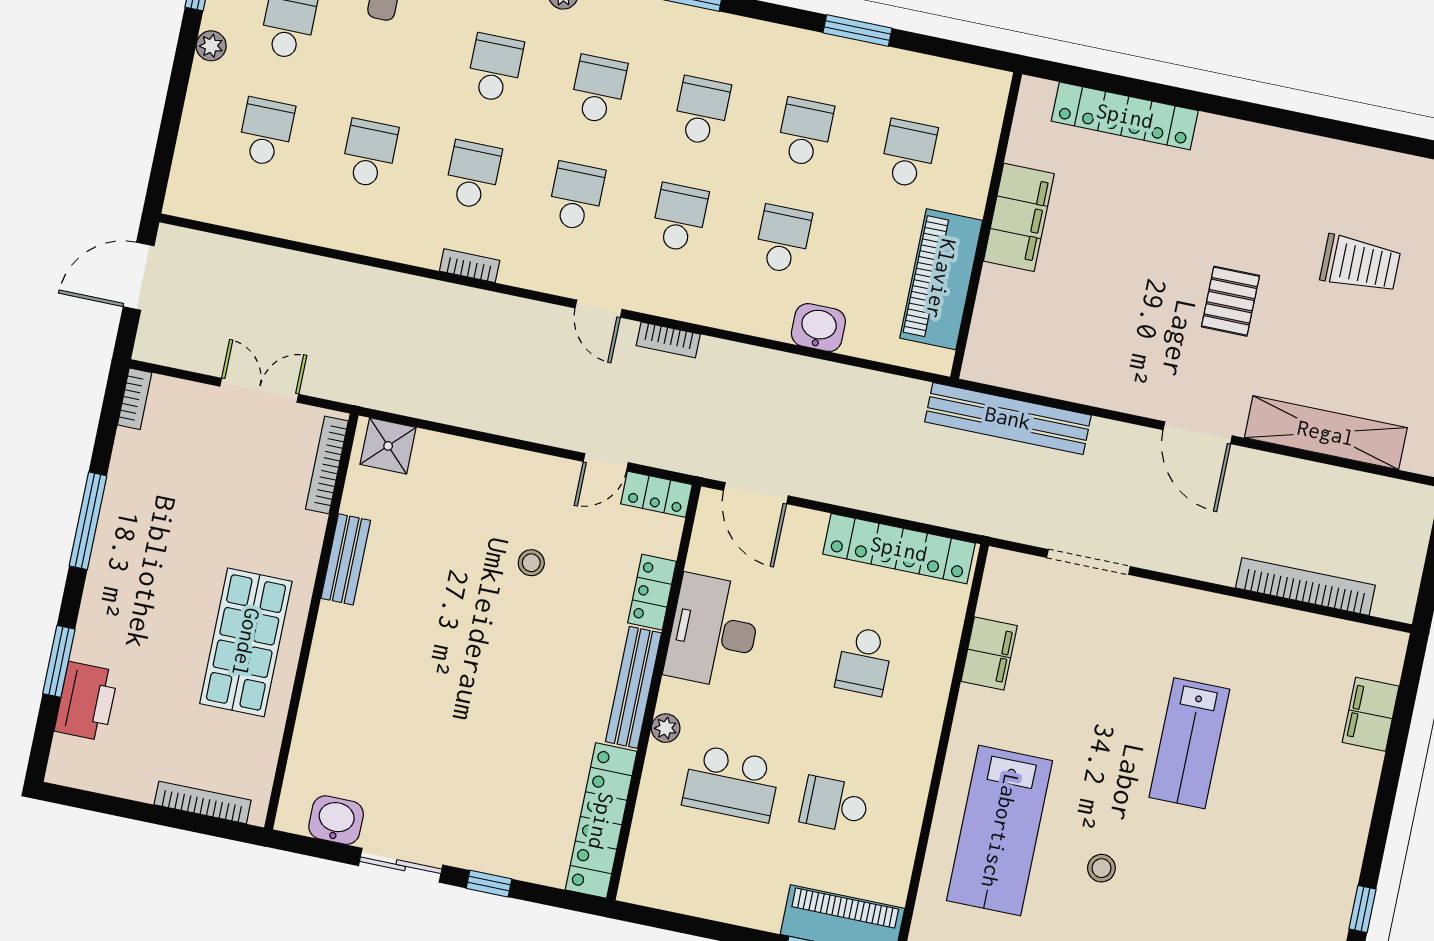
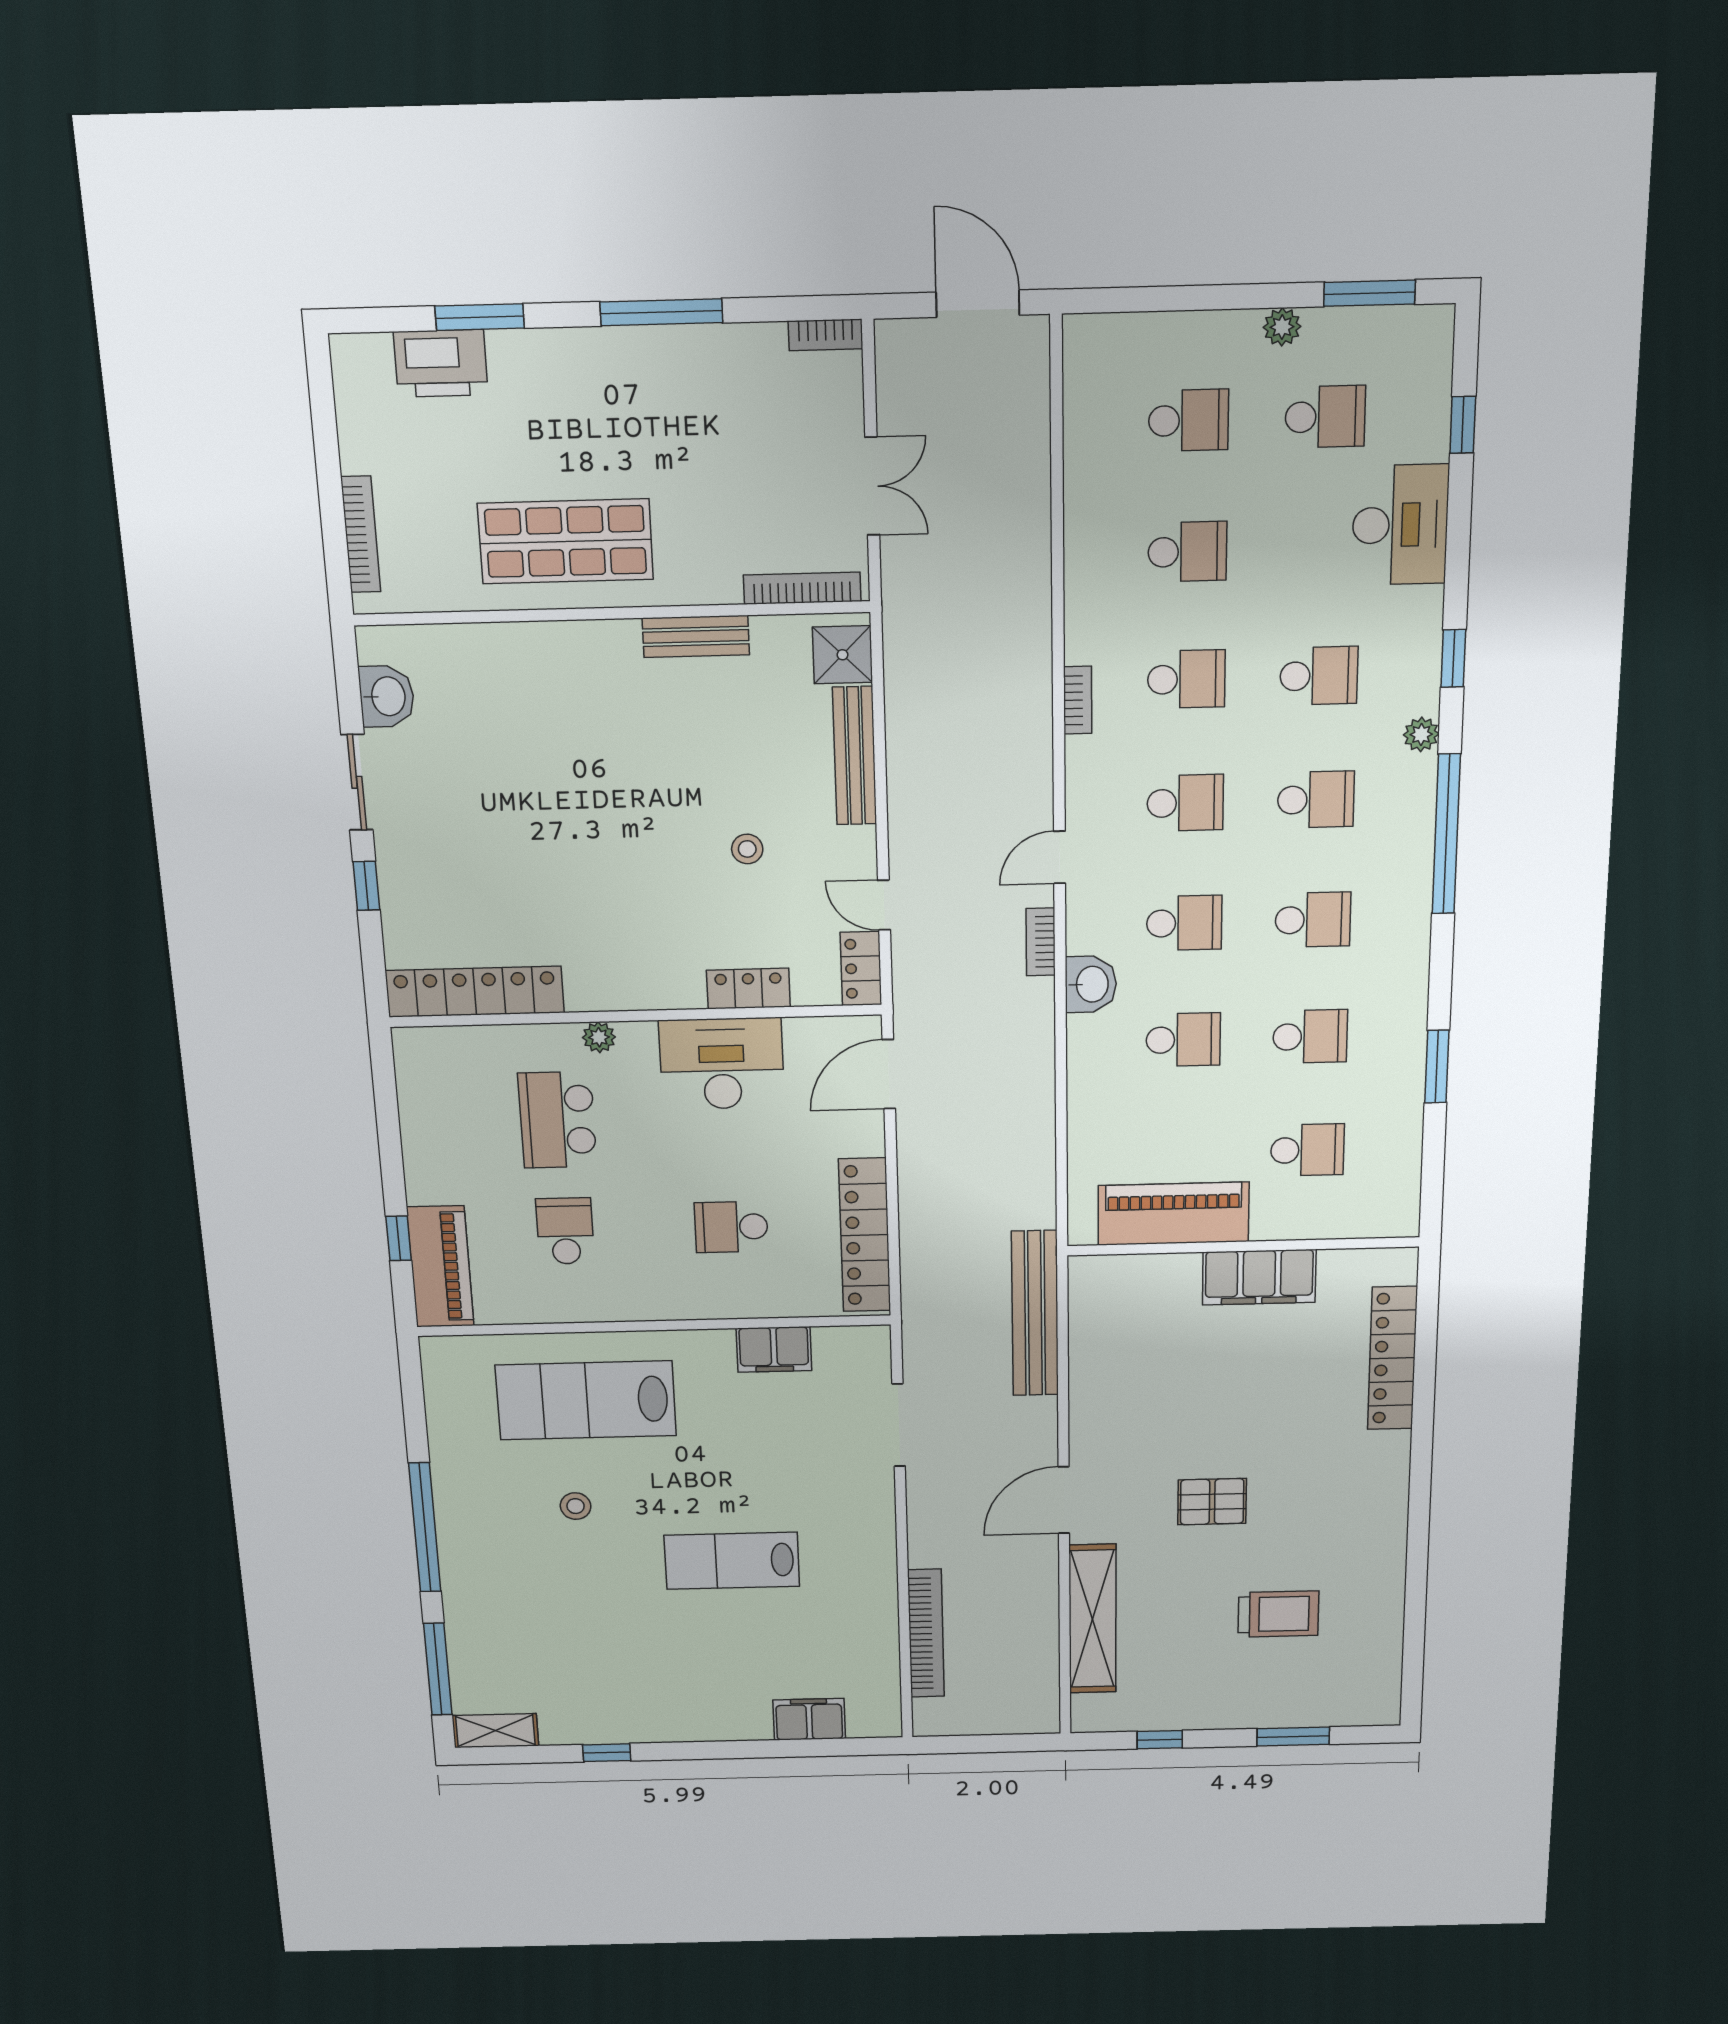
trolley: (1360, 264) -> (1278, 1614), turned -90
washbasin: (818, 328) -> (1091, 984), moved
bench: (634, 687) -> (855, 756), moved, turned 90

